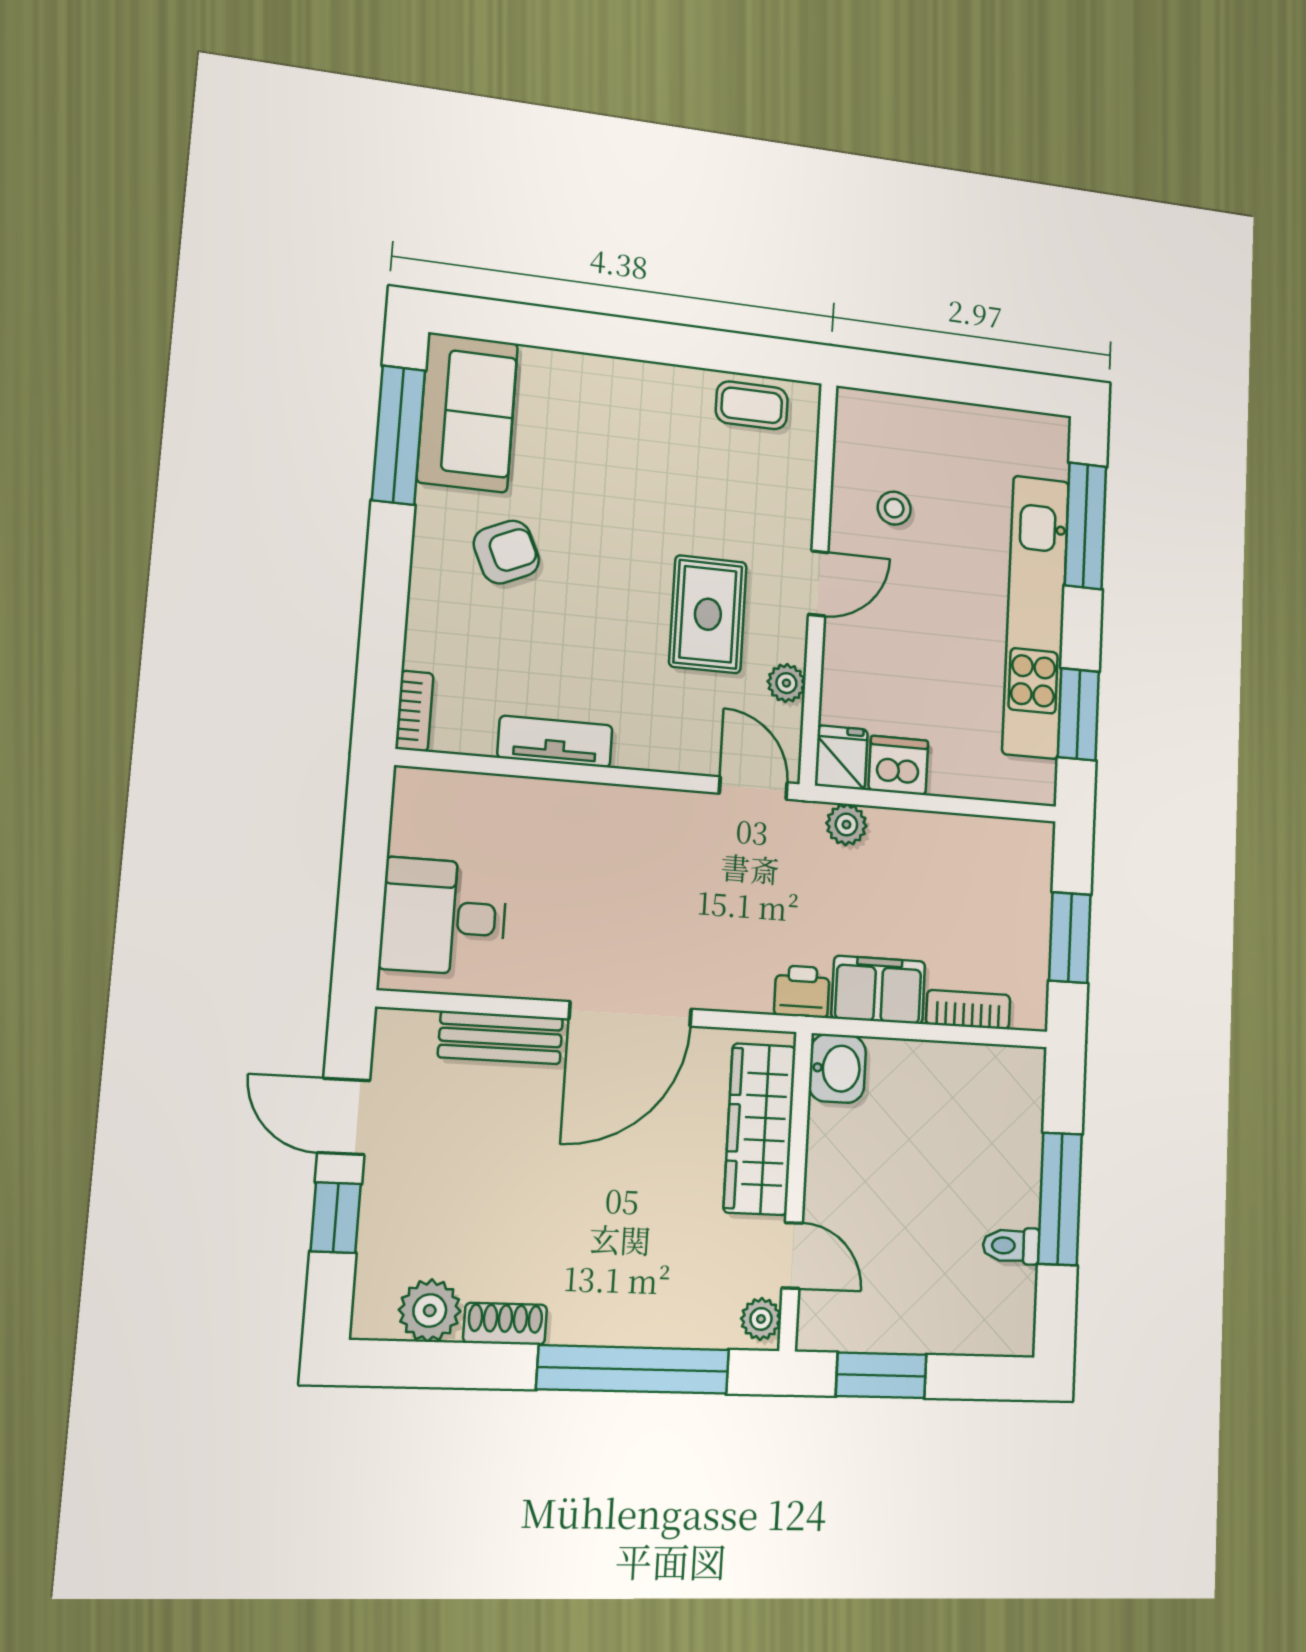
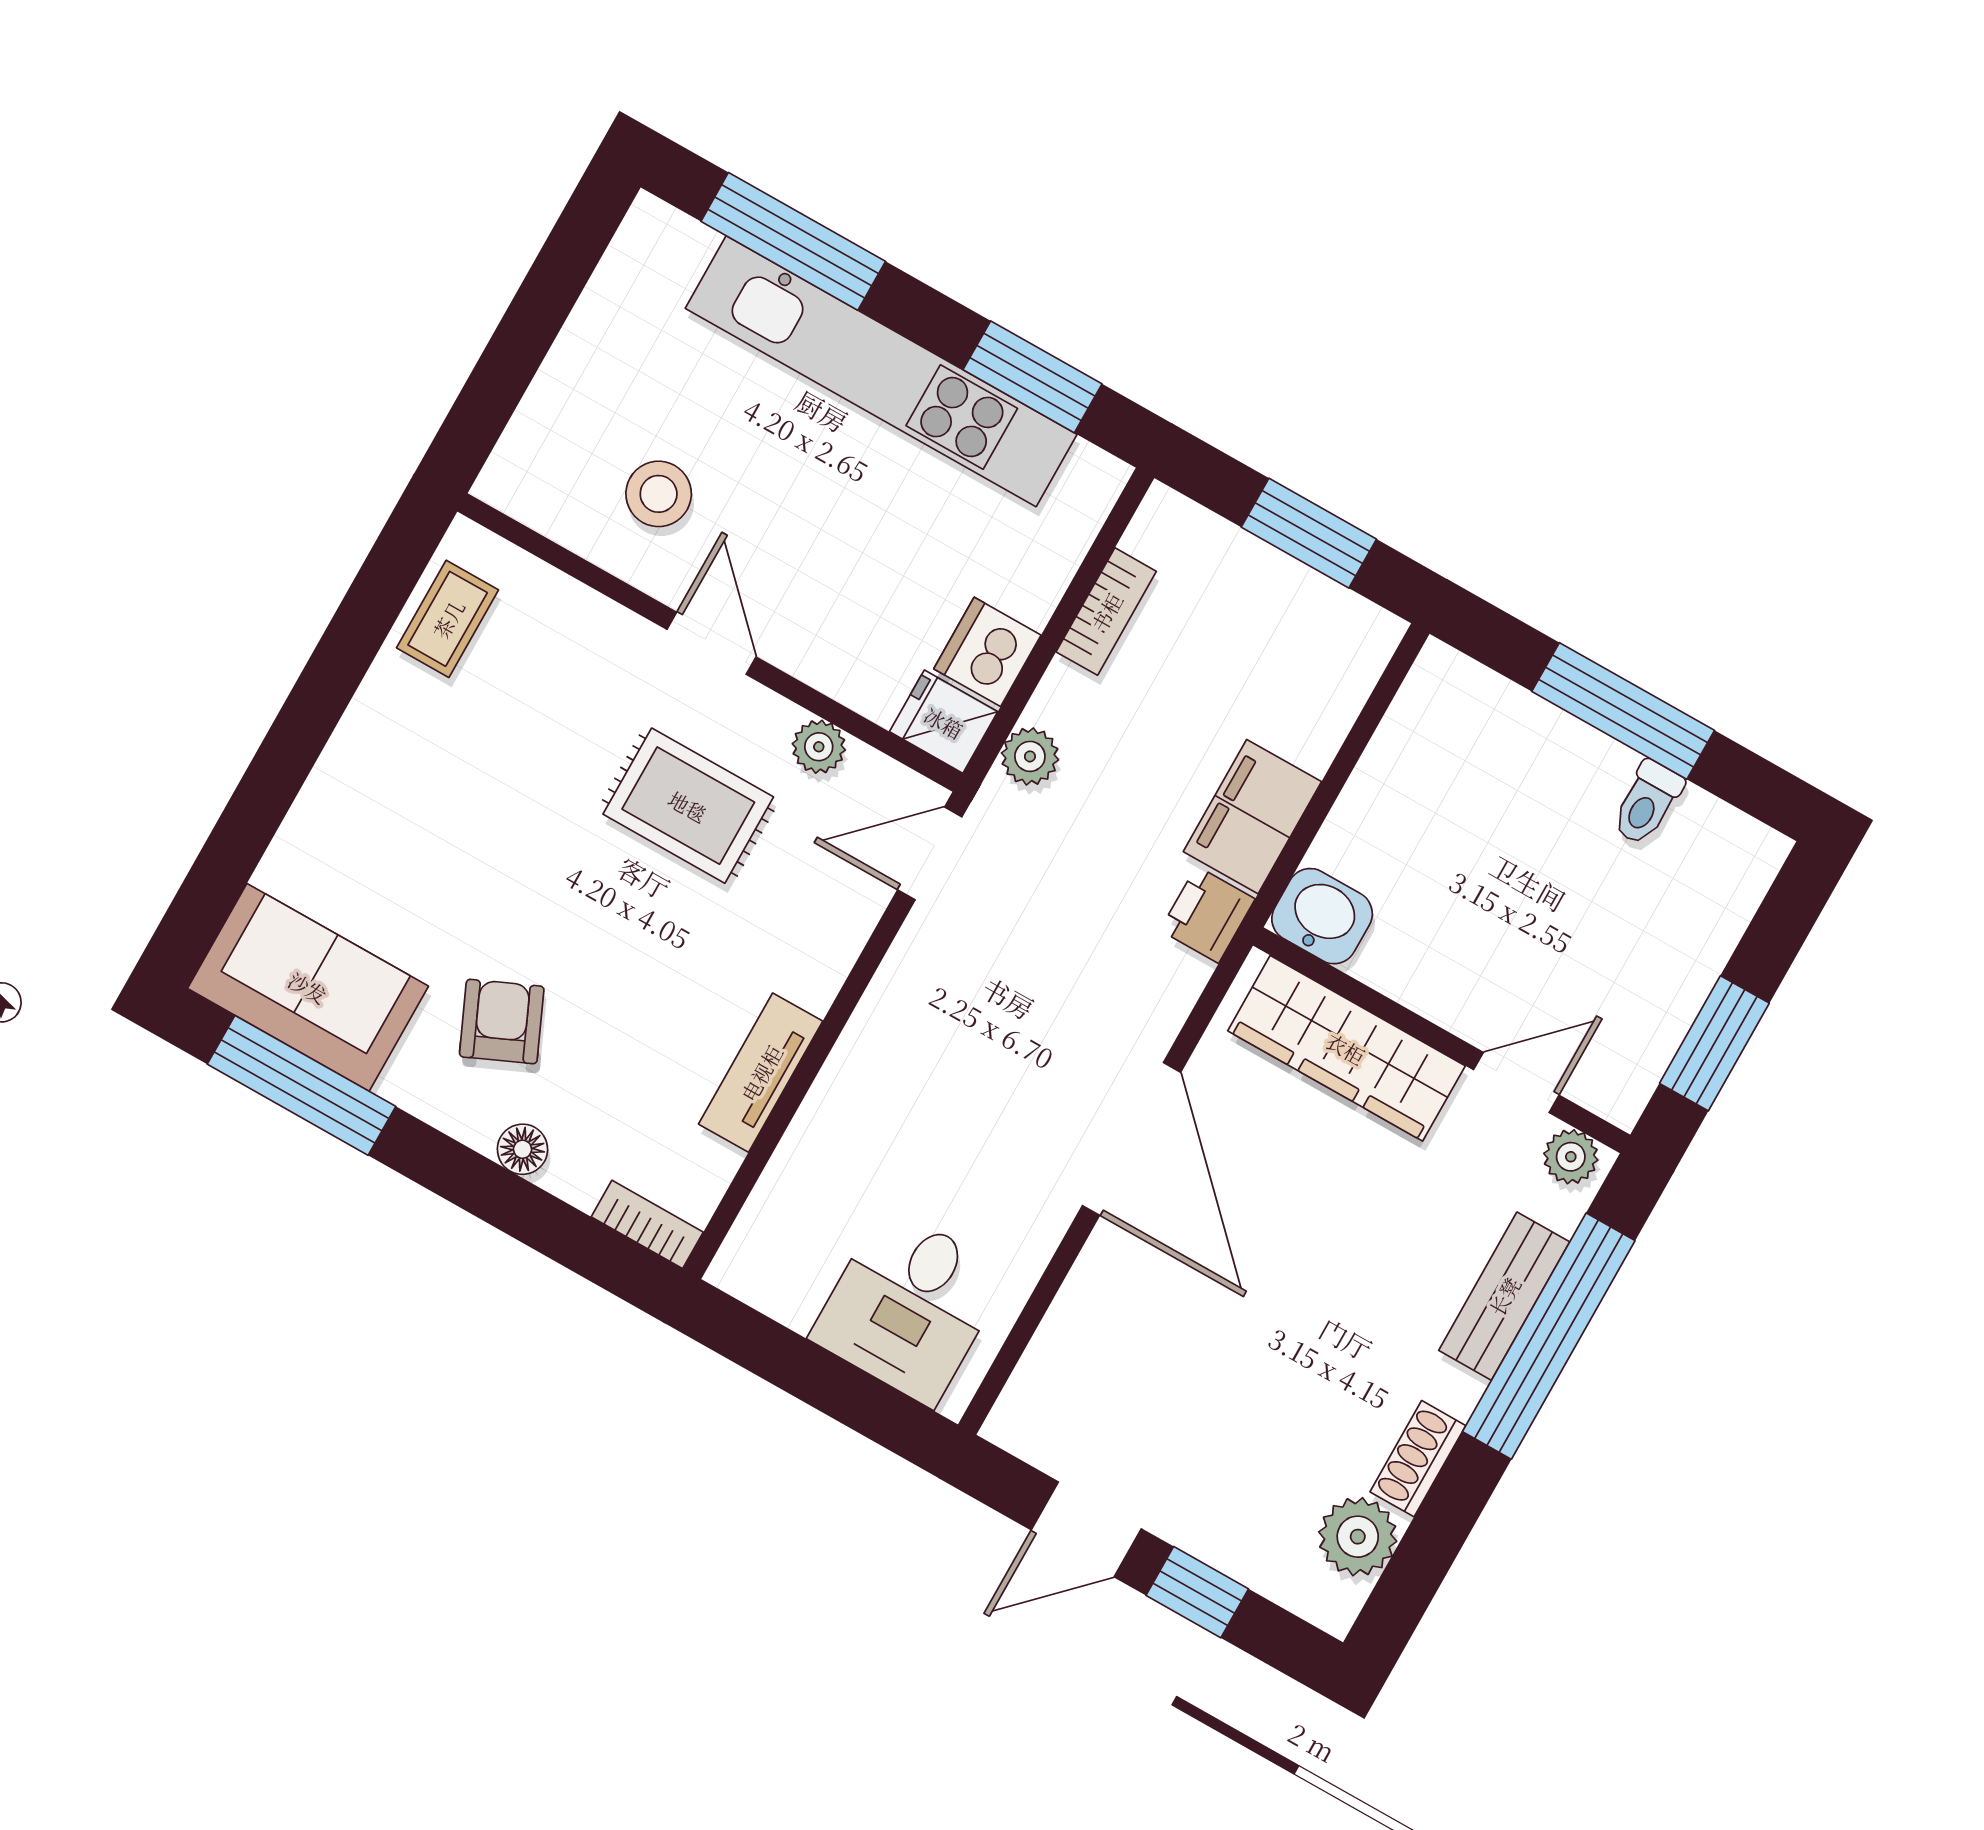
stool: (894, 508) -> (659, 494), width x1.37, depth x1.37
floor lamp: (426, 603) -> (523, 1149), added
bookcase: (968, 1010) -> (1106, 612), moved, turned 180
bench: (501, 1038) -> (1504, 1296), moved

